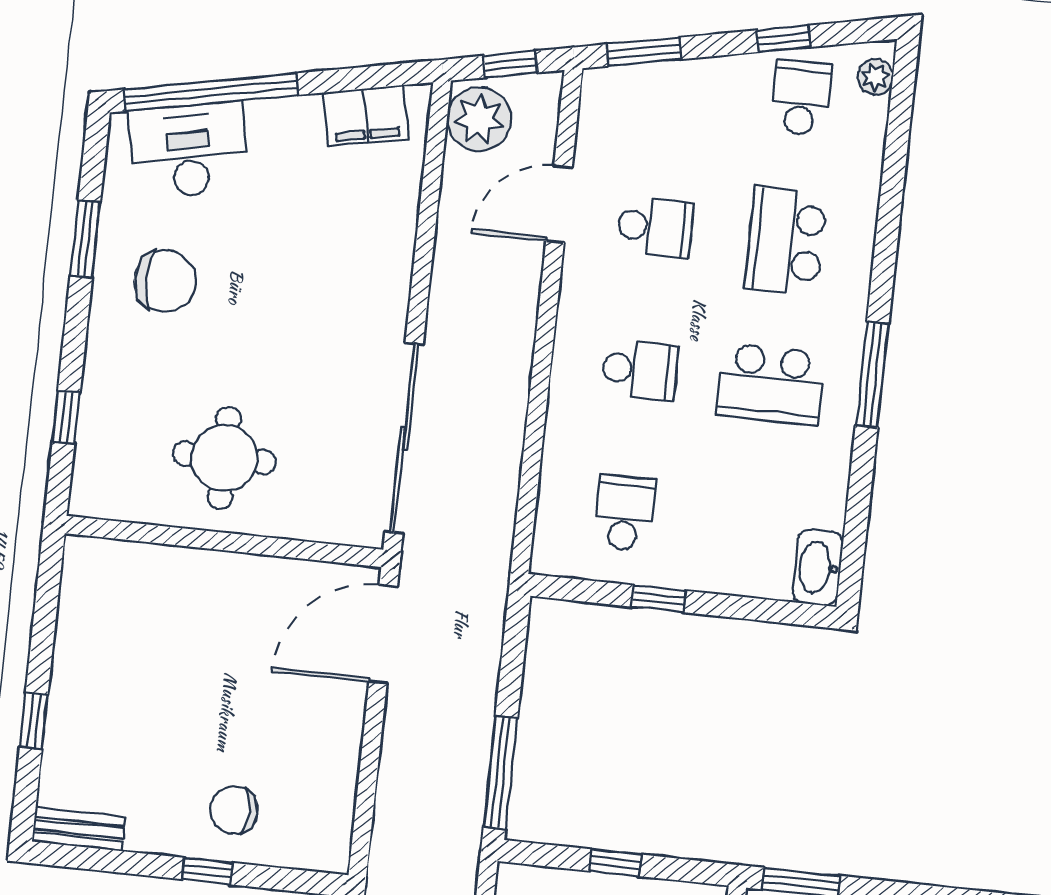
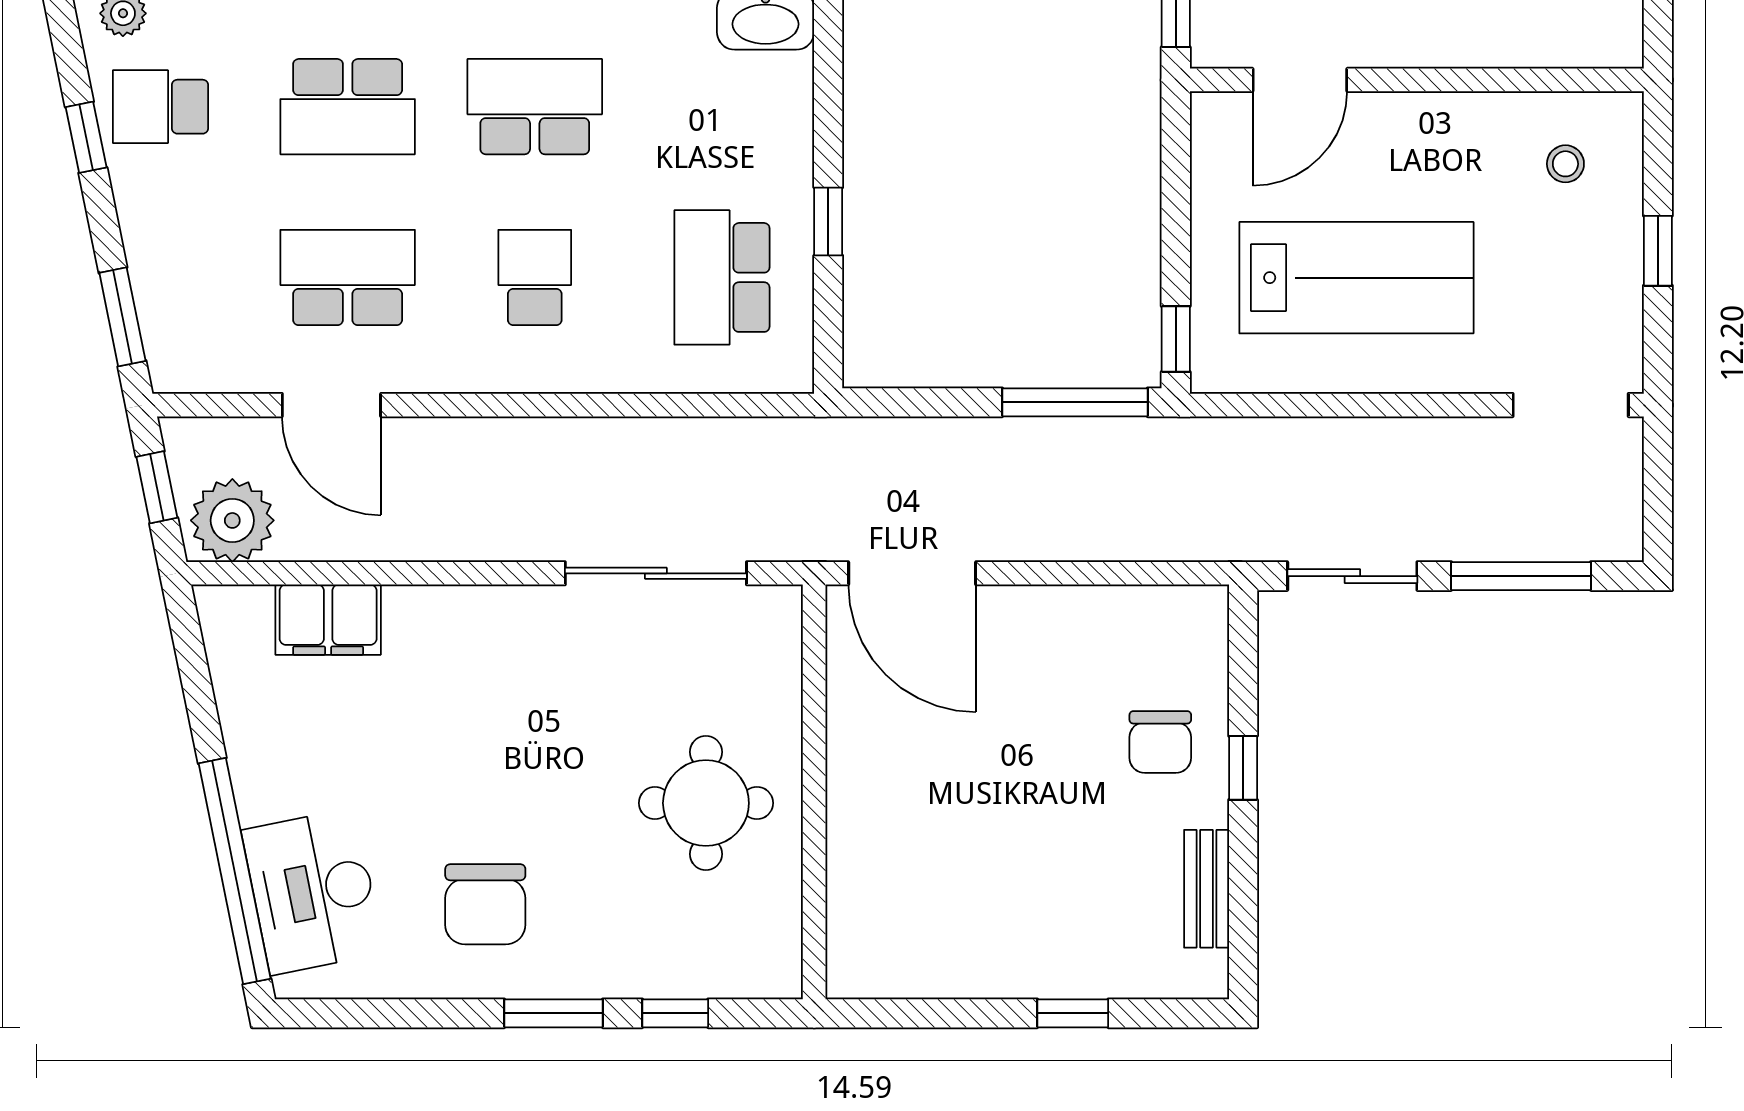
filing cabinet: (366, 116) -> (328, 620), moved, turned 101
school desk: (655, 227) -> (348, 277), width x1.85
window: (85, 239) -> (554, 1013), moved
chair: (165, 281) -> (485, 904), turned 180
school desk: (770, 384) -> (535, 107), turned -90
sliding door: (404, 438) -> (656, 573), width x0.73
school desk: (625, 513) -> (722, 277), width x1.85
bench: (79, 829) -> (1207, 889), moved
window: (616, 863) -> (1176, 339), moved

